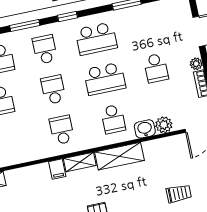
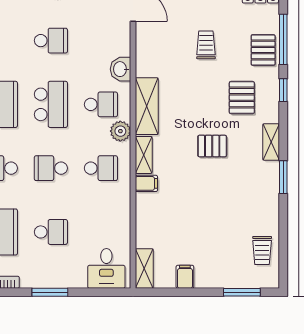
plant: (164, 125) -> (120, 131), moved
school desk: (62, 130) -> (101, 168), turned 180

